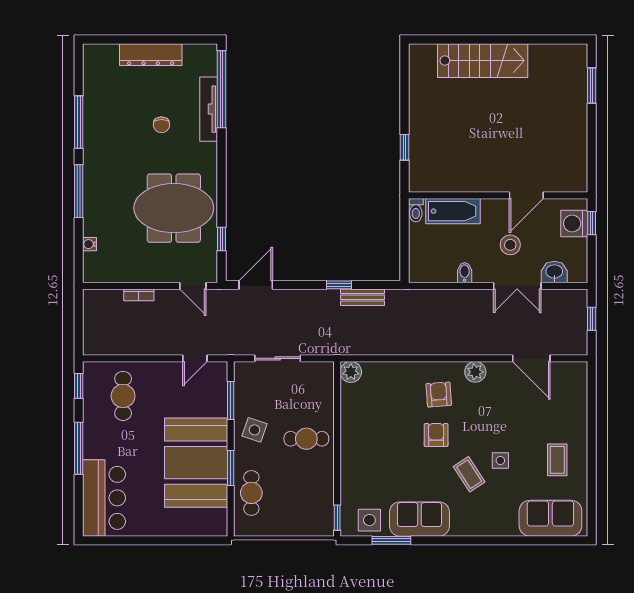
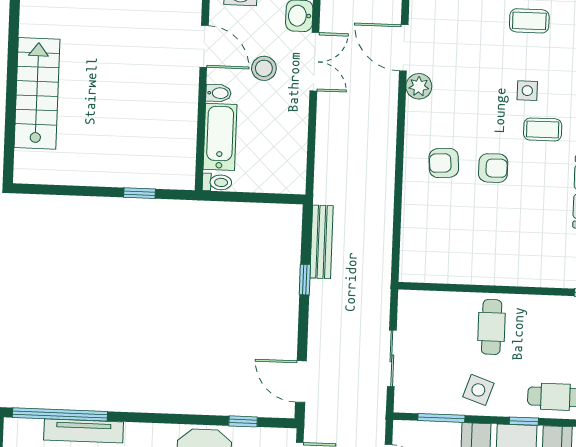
bidet: (465, 273) -> (218, 93), moved, turned 180
bench: (363, 297) -> (321, 242), width x1.36
door: (531, 358) -> (404, 48), swing flipped
plant: (351, 372) -> (412, 269), removed
plant: (475, 372) -> (419, 86), moved
armchair: (436, 435) -> (493, 168), turned 180
window: (231, 468) -> (524, 421), width x0.67
coffee table: (469, 474) -> (543, 129), turned 33

